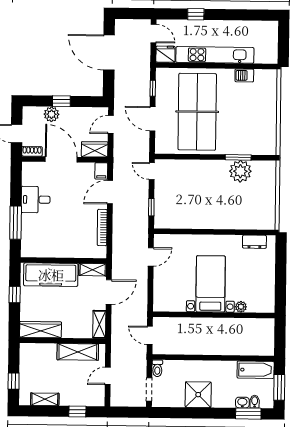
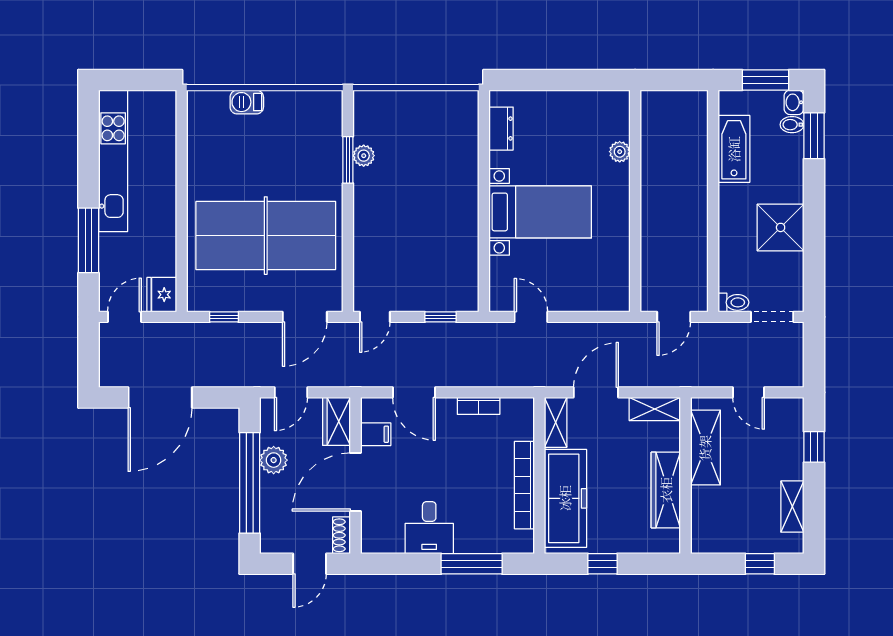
window: (196, 14) -> (88, 240), width x2.17
kitchen unit: (215, 55) -> (113, 161), moved, turned 180
barbecue: (244, 75) -> (247, 102), moved, turned 90
window: (61, 101) -> (250, 483), width x3.17
plant: (51, 114) -> (274, 460), moved
door: (152, 119) -> (305, 317), moved
door: (111, 125) -> (291, 392), hinge flipped
filing cabinet: (101, 171) -> (376, 434), moved
plant: (240, 171) -> (364, 156), width x0.53, depth x0.53
bookcase: (102, 227) -> (479, 406), width x0.64
bookcase: (58, 252) -> (524, 485), added
bed with nightstands: (211, 284) -> (540, 212), moved, turned 180
door: (109, 292) -> (596, 392), hinge flipped
wardrobe: (40, 330) -> (666, 490), moved
bathtub: (256, 370) -> (734, 149), moved
washbasin: (242, 403) -> (794, 102), moved

